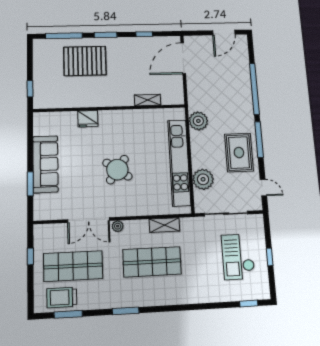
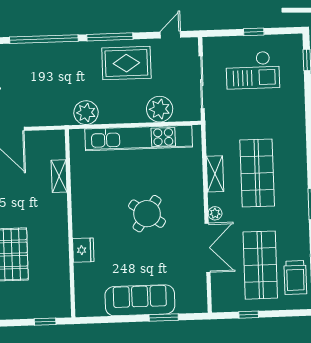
shelving: (164, 225) -> (215, 174), moved

